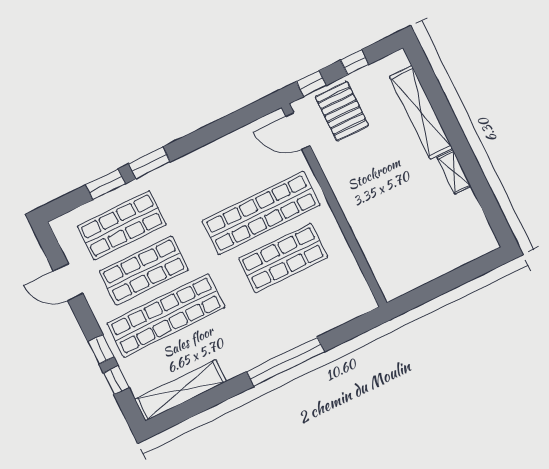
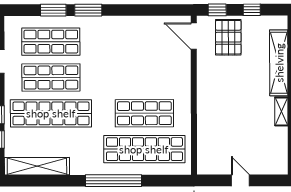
shop shelf: (261, 213) -> (144, 149), moved
door: (445, 284) -> (240, 180), added

